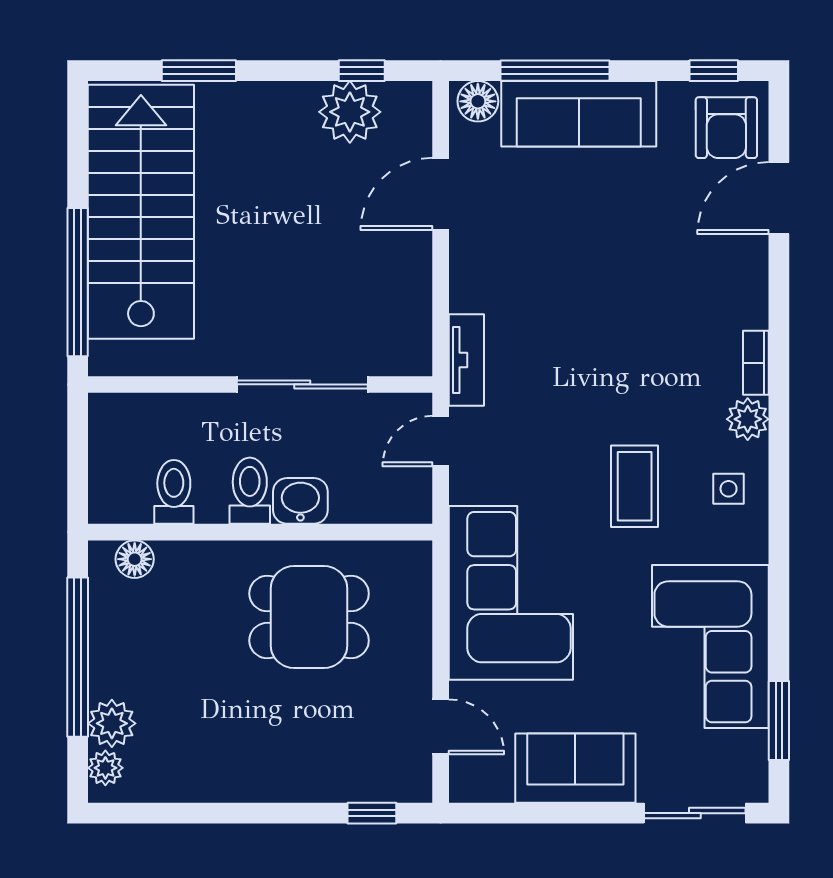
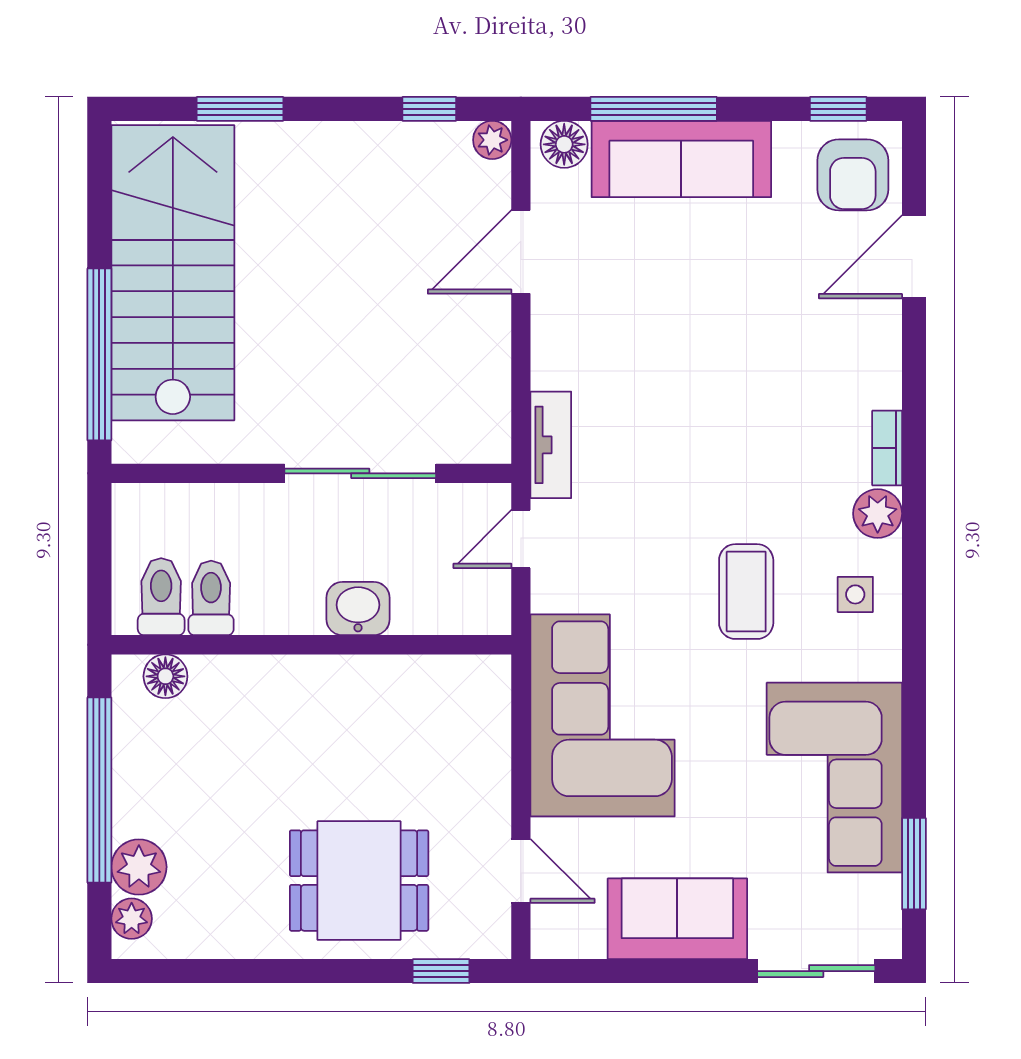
plant: (350, 112) -> (492, 140), moved, width x0.53, depth x0.53
toilet: (250, 491) -> (161, 597), moved
dining table: (309, 617) -> (359, 881), moved

